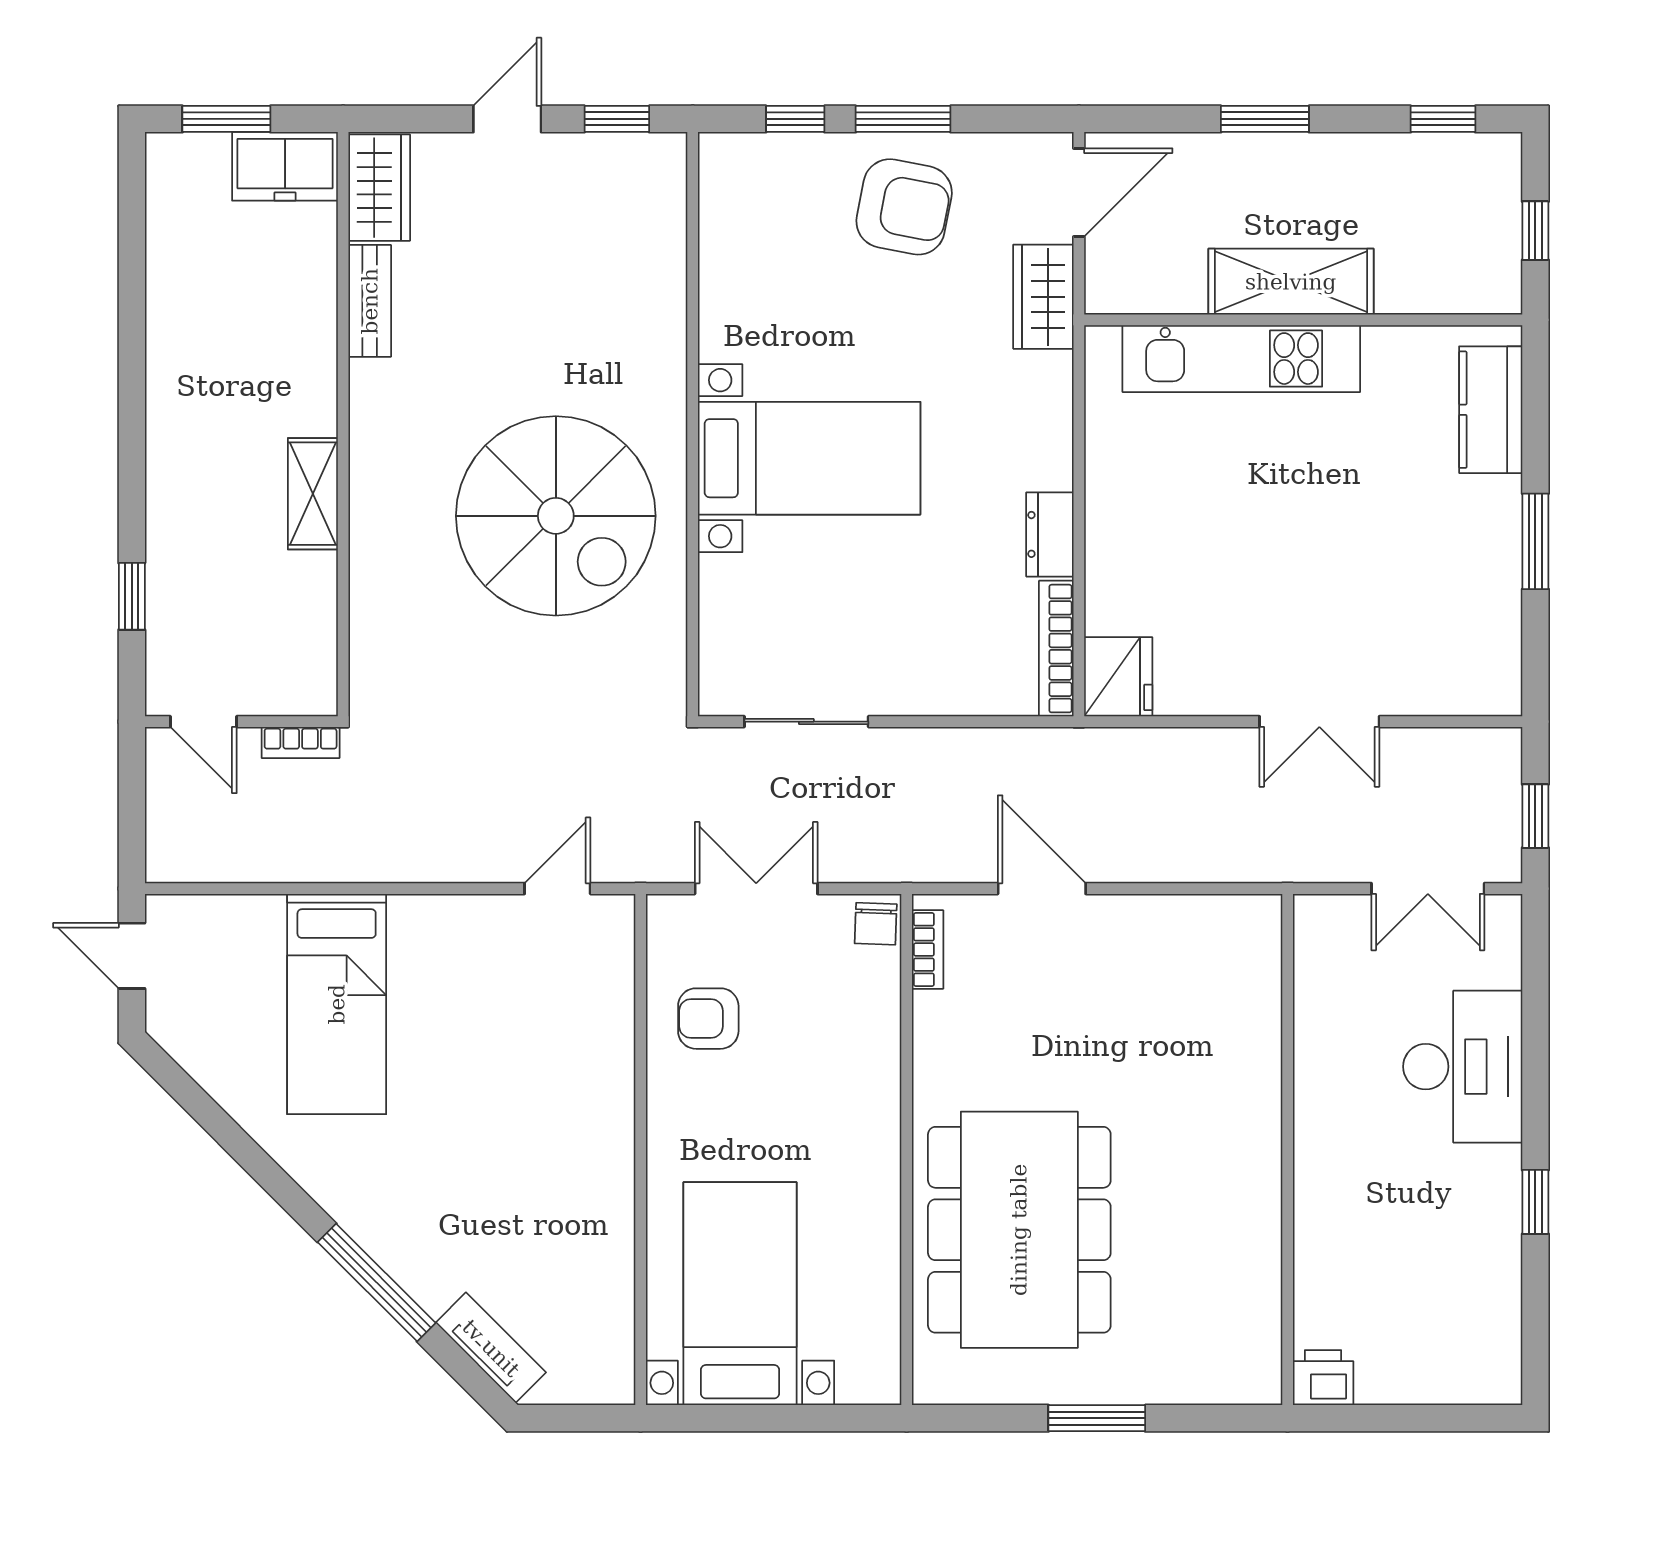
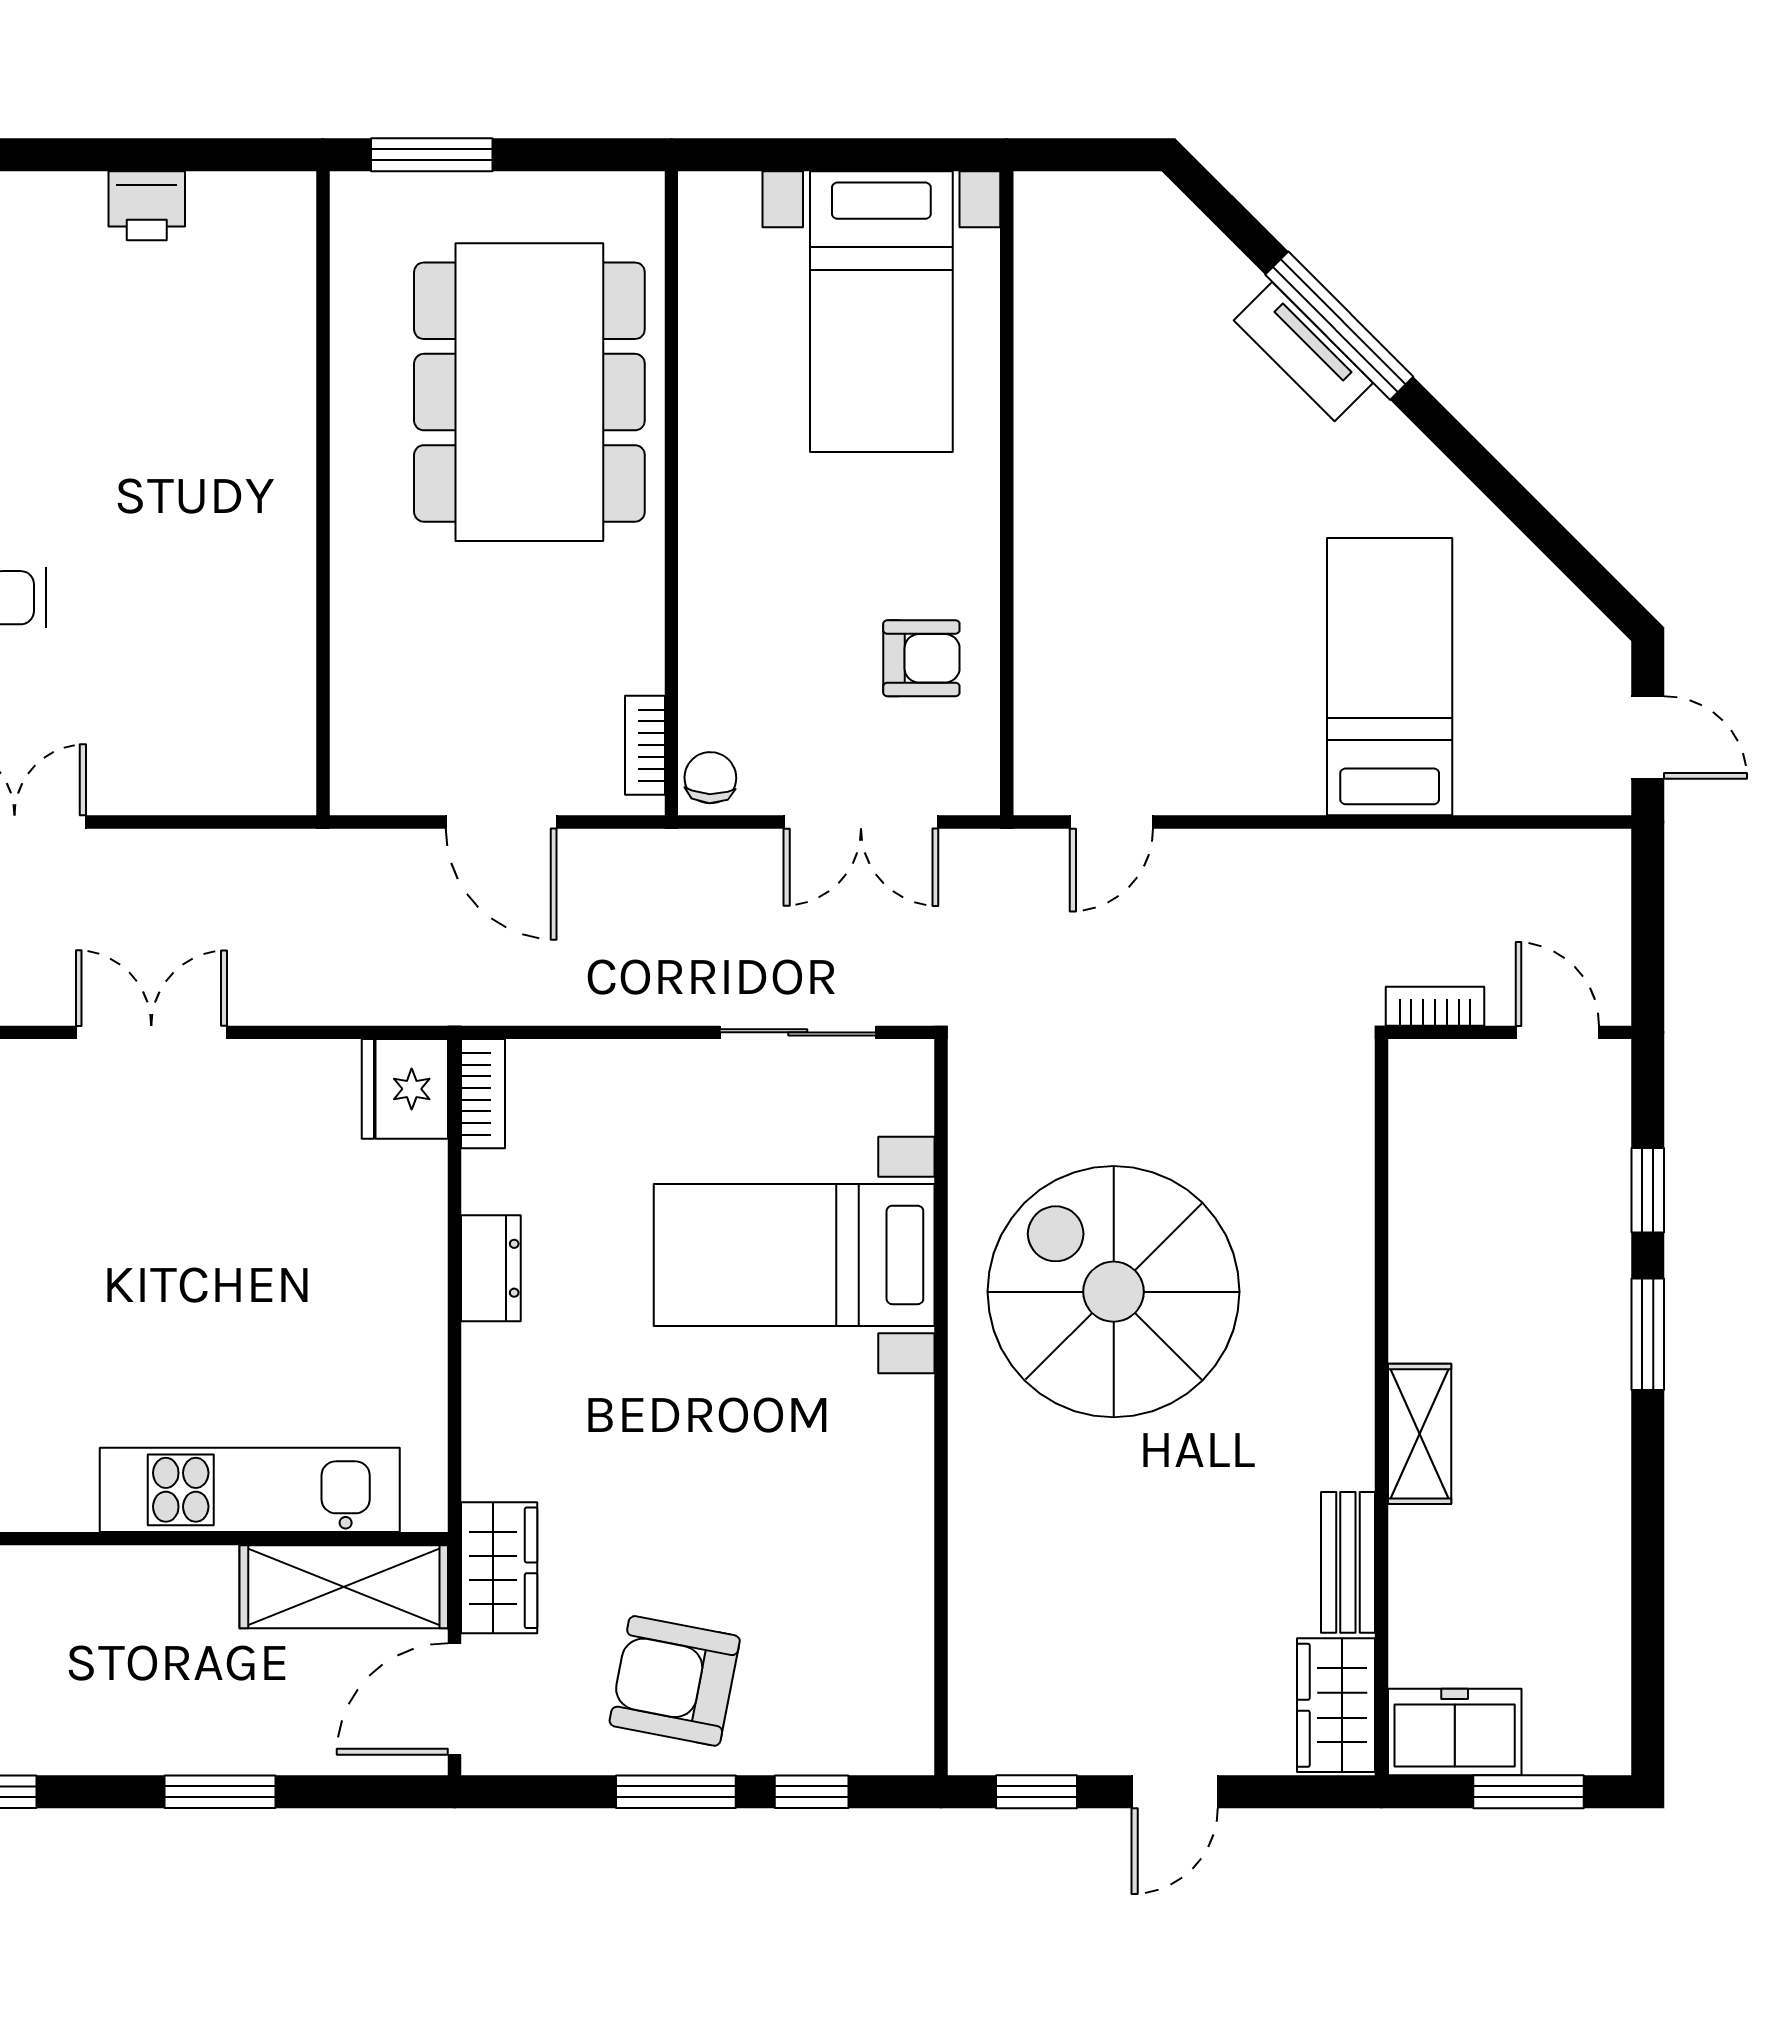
shelving: (1291, 282) -> (344, 1587), moved
bed with nightstands: (809, 458) -> (794, 1255), moved
window: (132, 482) -> (1648, 1334), added
shelving: (313, 494) -> (1420, 1434), moved
bookcase: (1056, 649) -> (483, 1094), width x0.64
wall: (1288, 1149) -> (323, 493), moved
tv unit: (491, 1348) -> (1303, 352), moved

